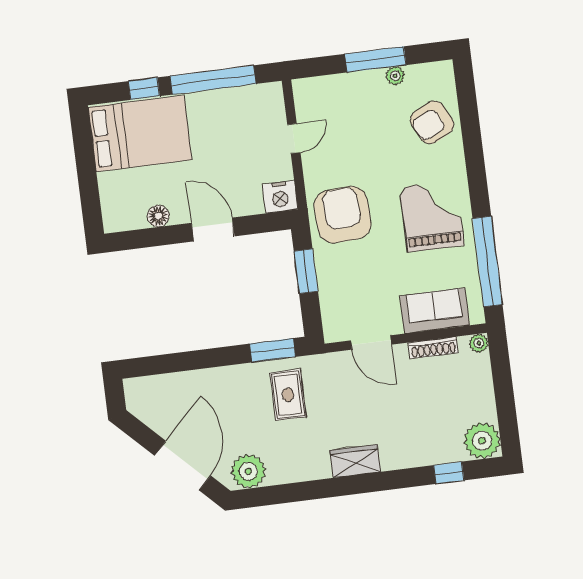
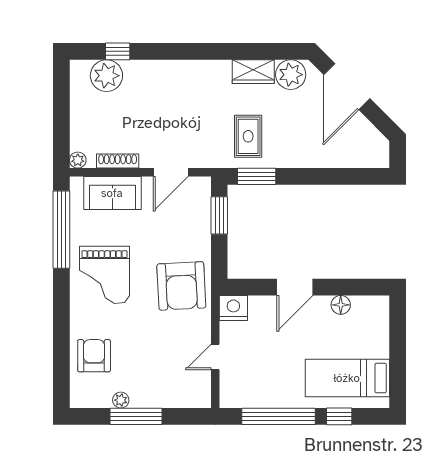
armchair: (432, 122) -> (94, 356), turned -63
bed: (140, 134) -> (347, 378), width x0.67
door: (213, 230) -> (295, 287), hinge flipped
window: (306, 271) -> (219, 215), moved
door: (371, 343) -> (171, 172), swing flipped
plant: (482, 441) -> (106, 76), moved
wardrobe: (355, 461) -> (253, 72), moved

